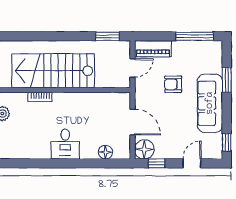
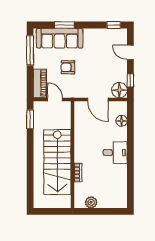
armchair: (173, 84) -> (68, 67), turned 90
sofa: (210, 103) -> (60, 38), moved
door: (132, 122) -> (98, 99), swing flipped

